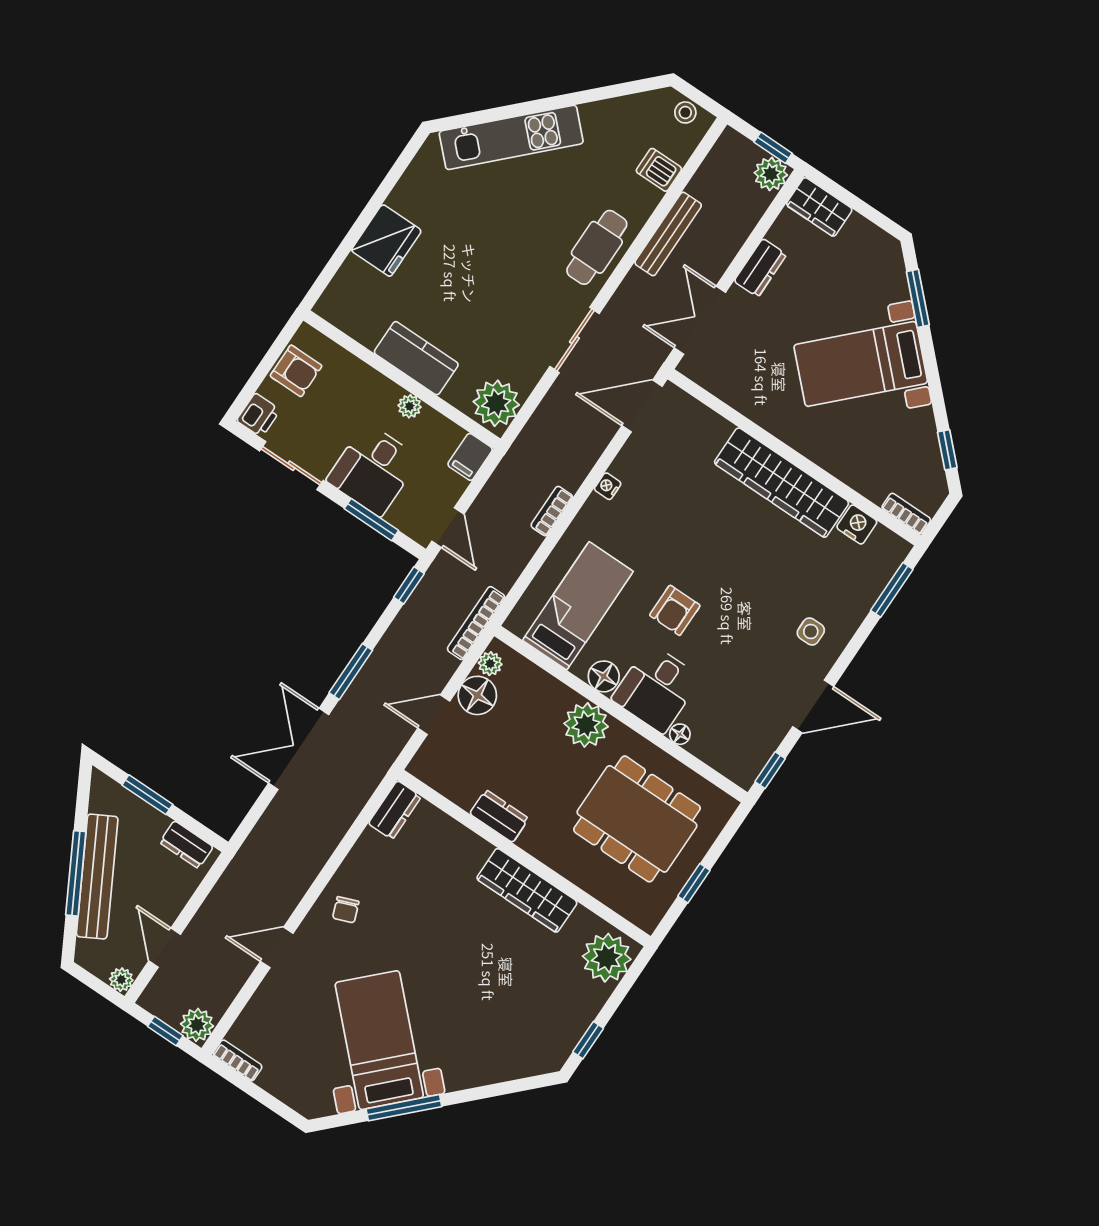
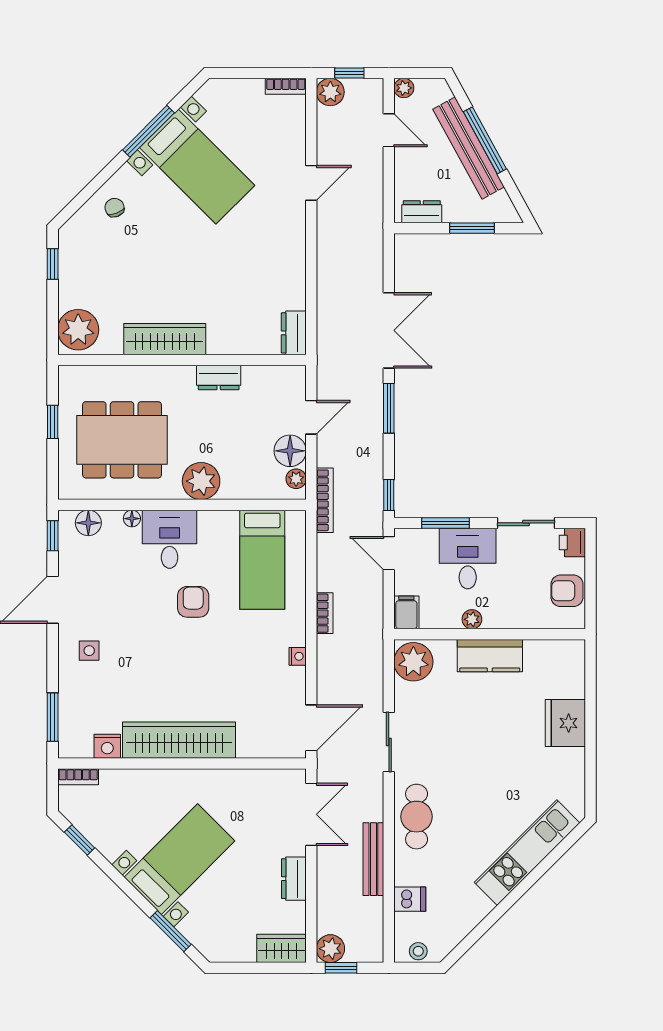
floor lamp: (604, 676) -> (88, 523), moved
chair: (346, 910) -> (115, 208), moved

